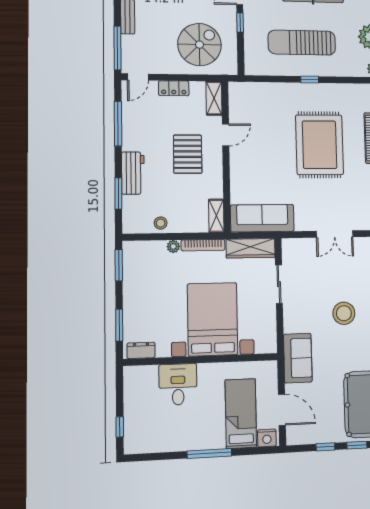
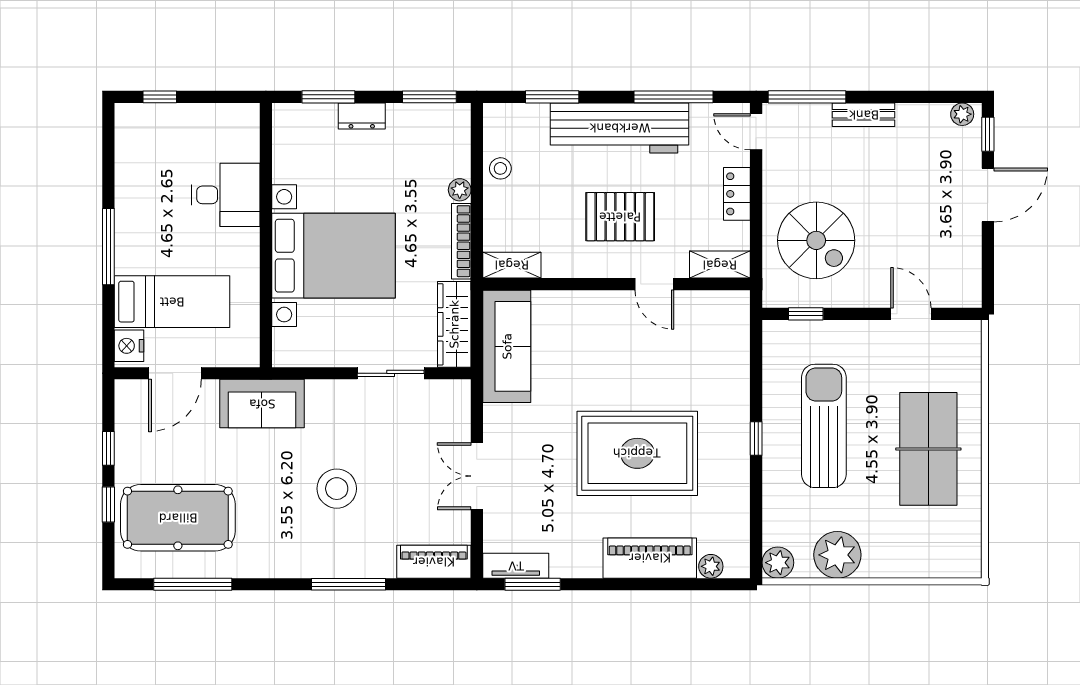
window: (240, 23) -> (806, 314), moved
workbench: (133, 173) -> (620, 128), width x1.88, depth x1.32
dresser: (141, 350) -> (362, 116), moved, turned 90

